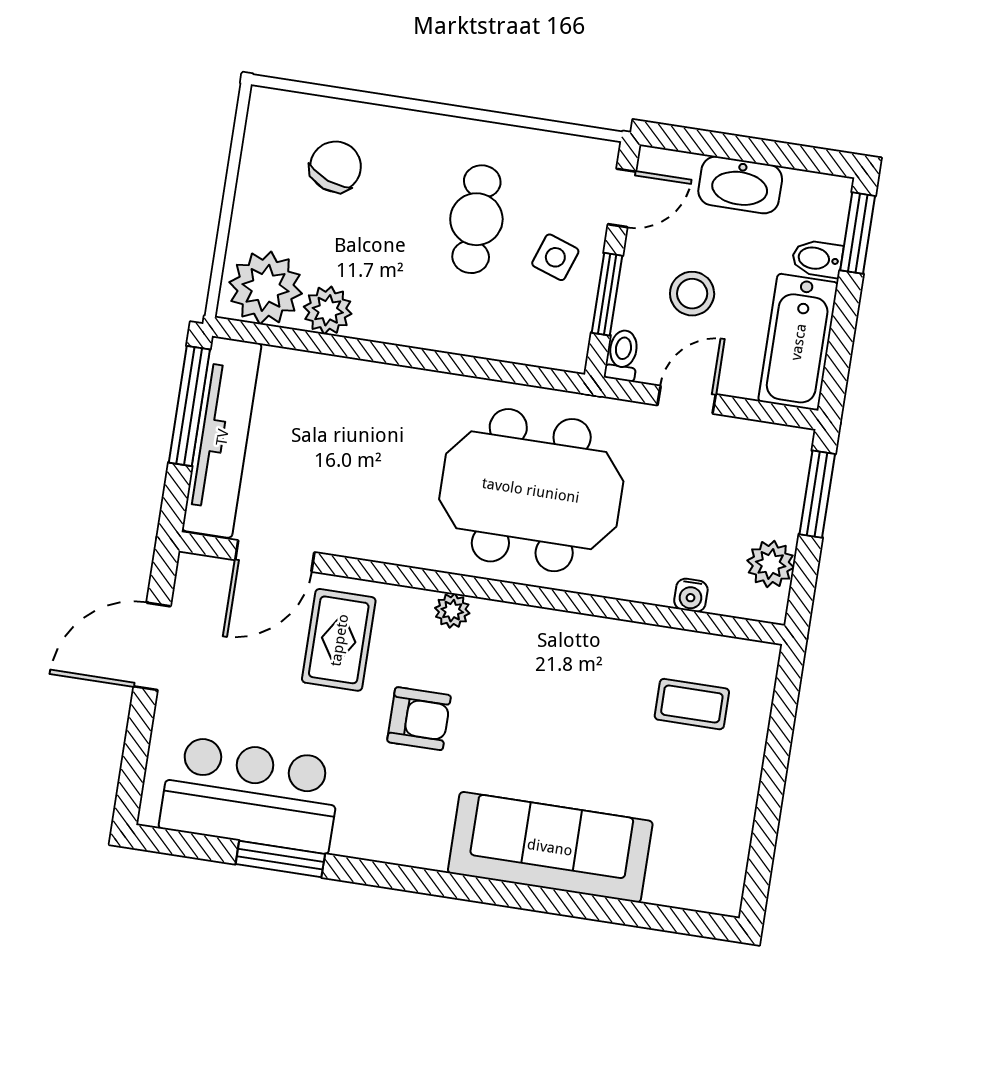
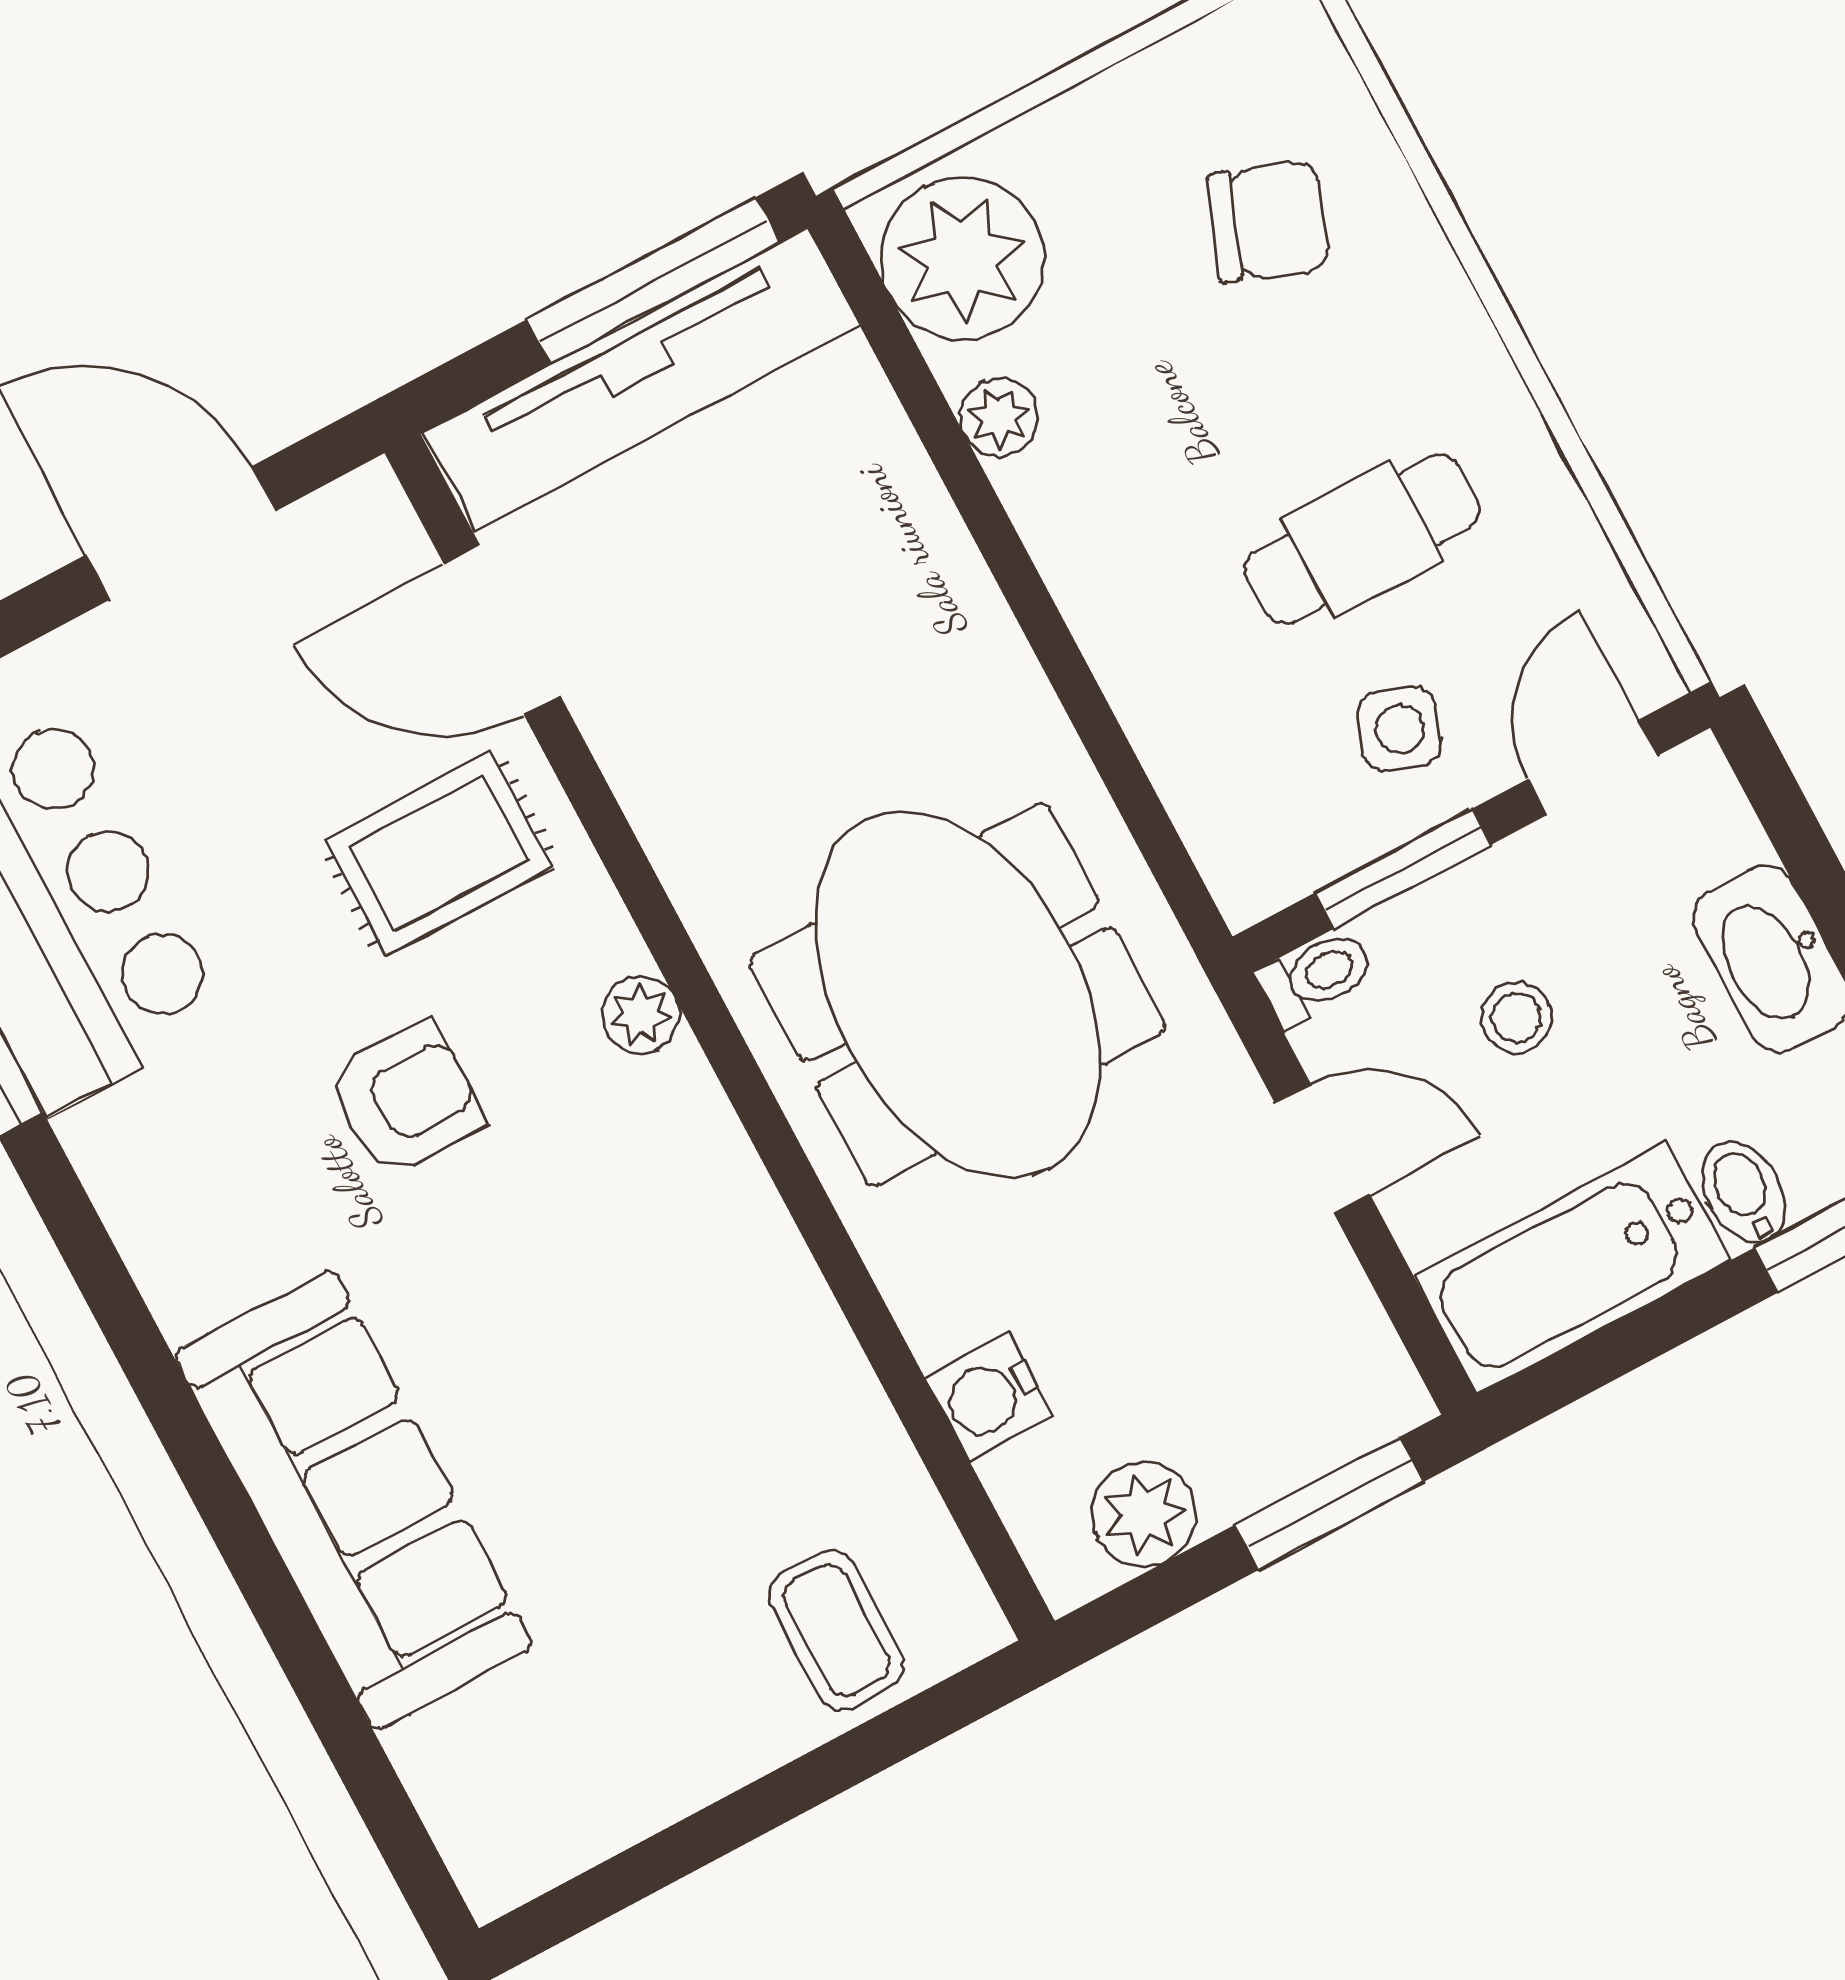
door: (622, 198) -> (1592, 767), swing flipped
stool: (692, 294) -> (1517, 1018), width x0.73, depth x0.73
plant: (328, 310) -> (999, 418), width x0.73, depth x0.73
water cooler: (691, 595) -> (989, 1397), width x1.38, depth x1.38
coffee table: (692, 704) -> (837, 1630), moved
armchair: (419, 719) -> (406, 1099), turned -90

